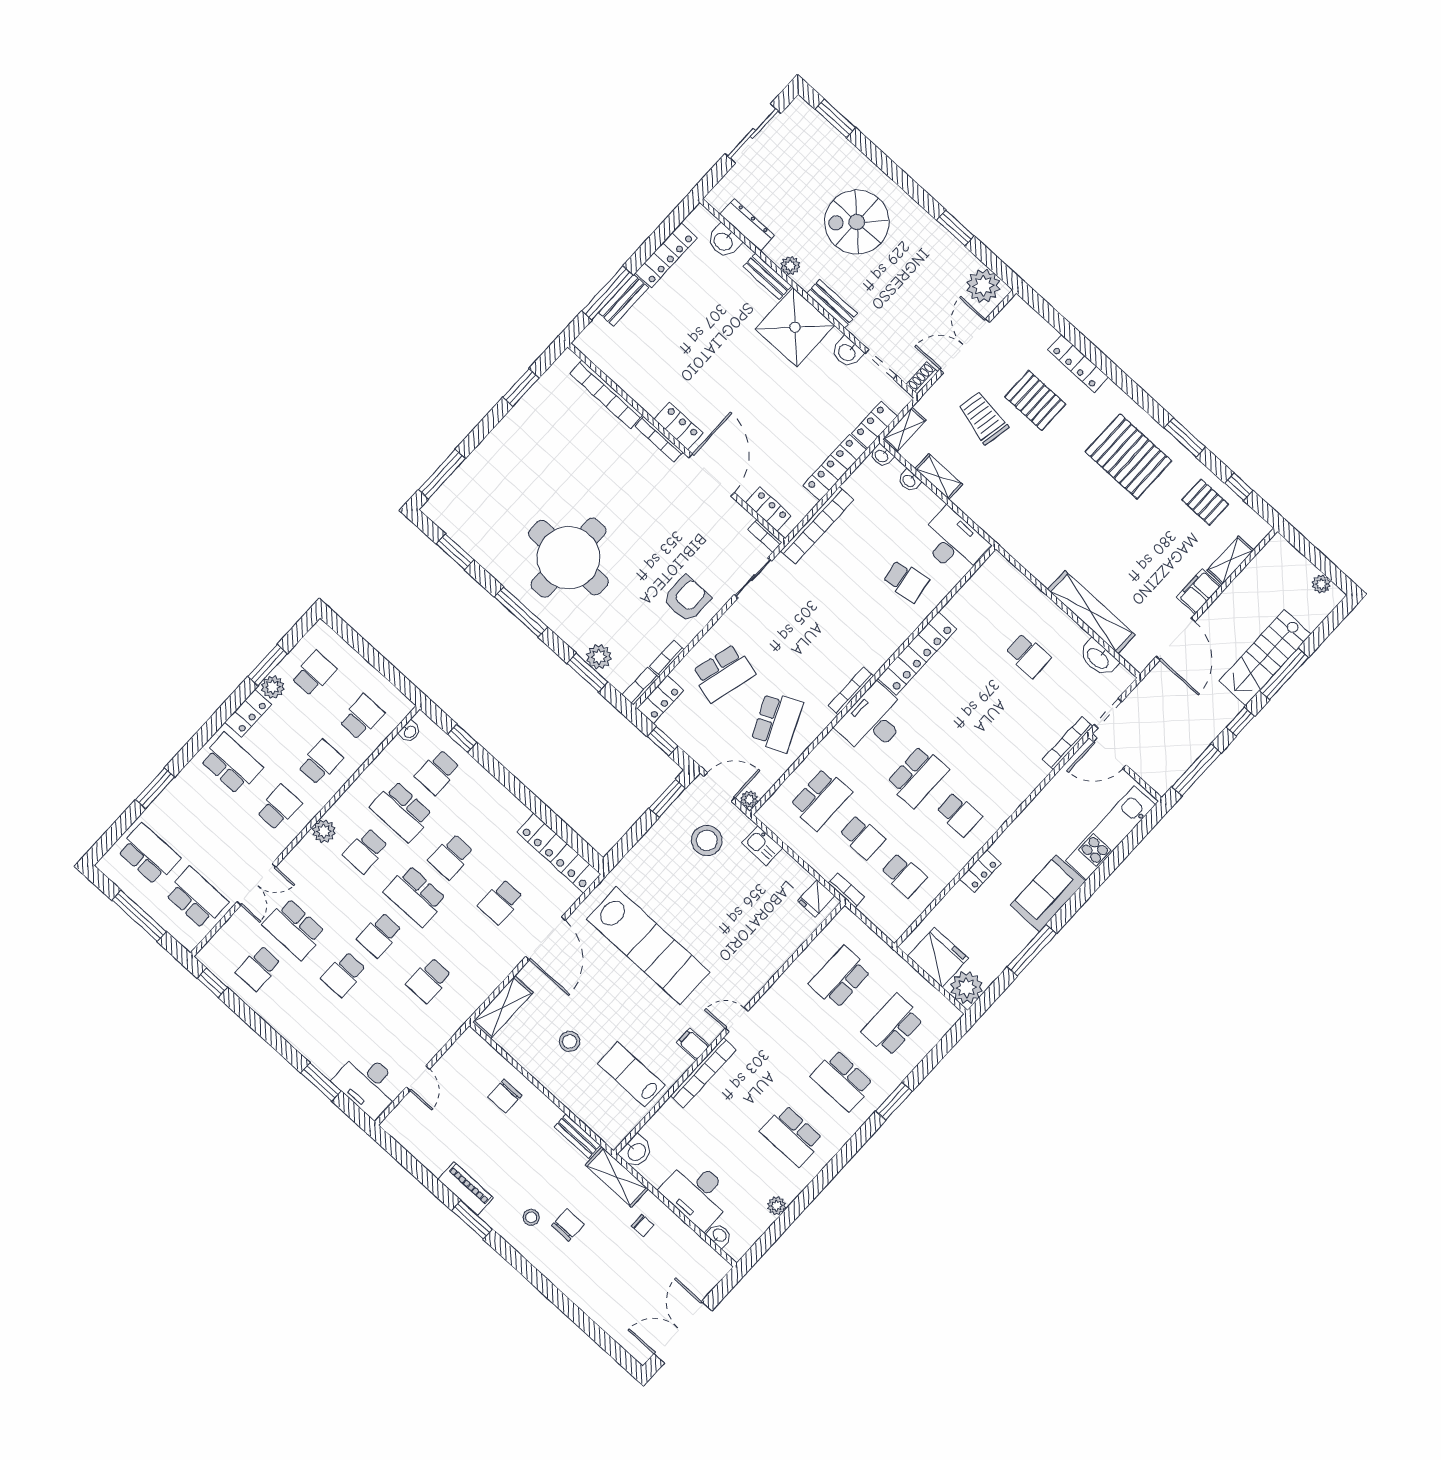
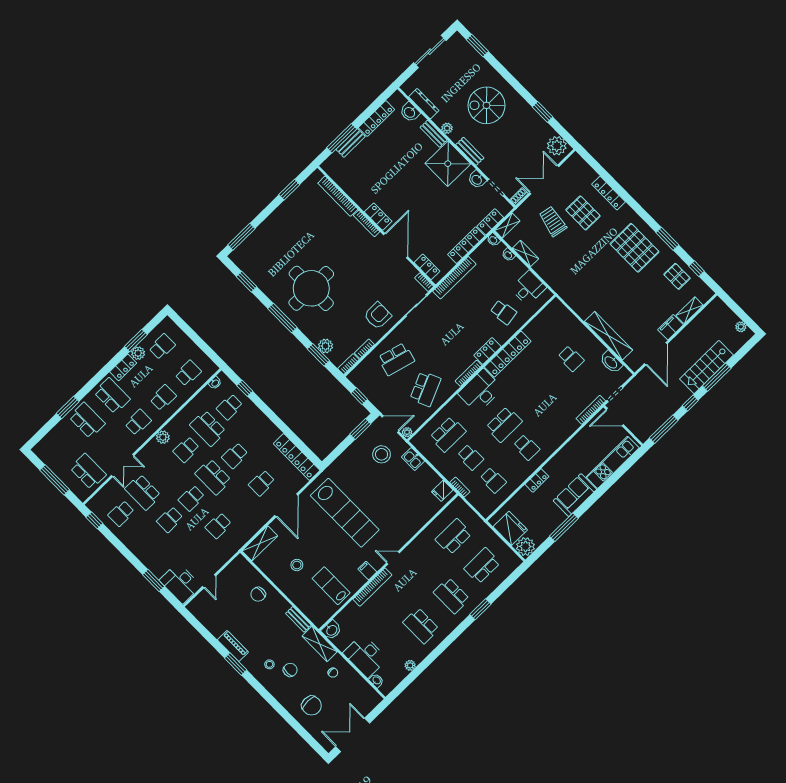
desk: (953, 542) -> (528, 288), width x0.73
locker: (660, 699) -> (487, 351), moved, turned 180
school desk: (149, 854) -> (87, 420), moved
chair: (609, 1285) -> (312, 706), added

